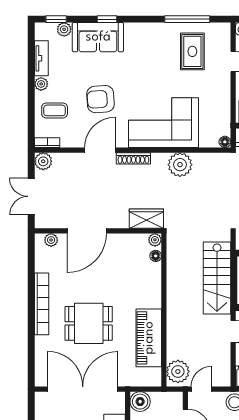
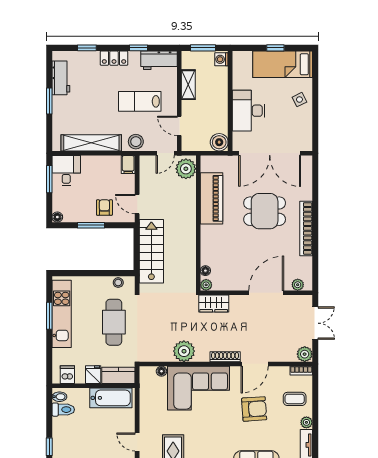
floor lamp: (225, 142) -> (161, 371), moved

